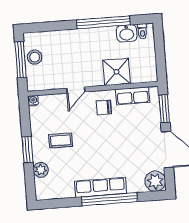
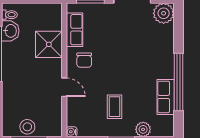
row of seats: (100, 187) -> (166, 97), moved, width x0.68
window: (109, 199) -> (178, 82), moved

